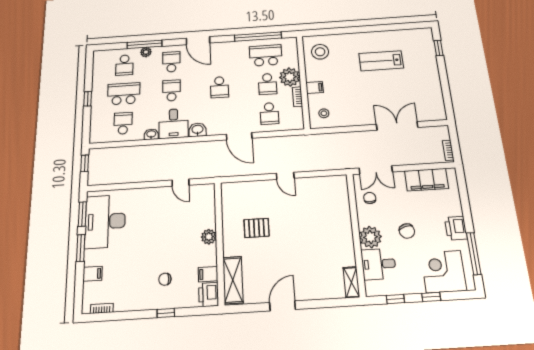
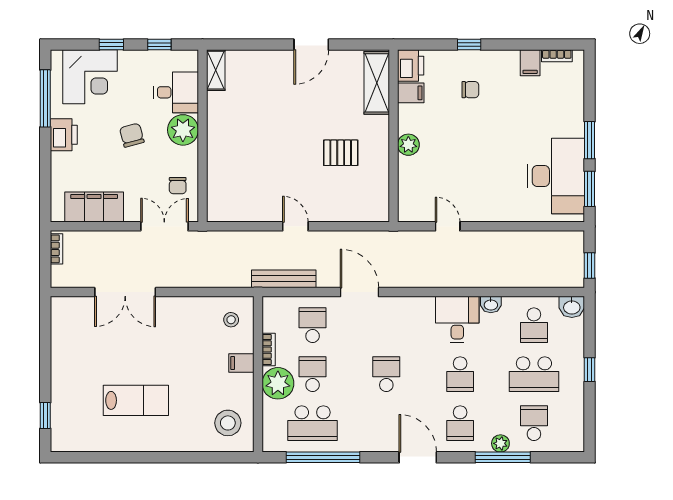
washbasin: (197, 130) -> (572, 307), moved
bench: (291, 141) -> (284, 279), added
filing cabinet: (92, 274) -> (530, 63), moved, turned -90

